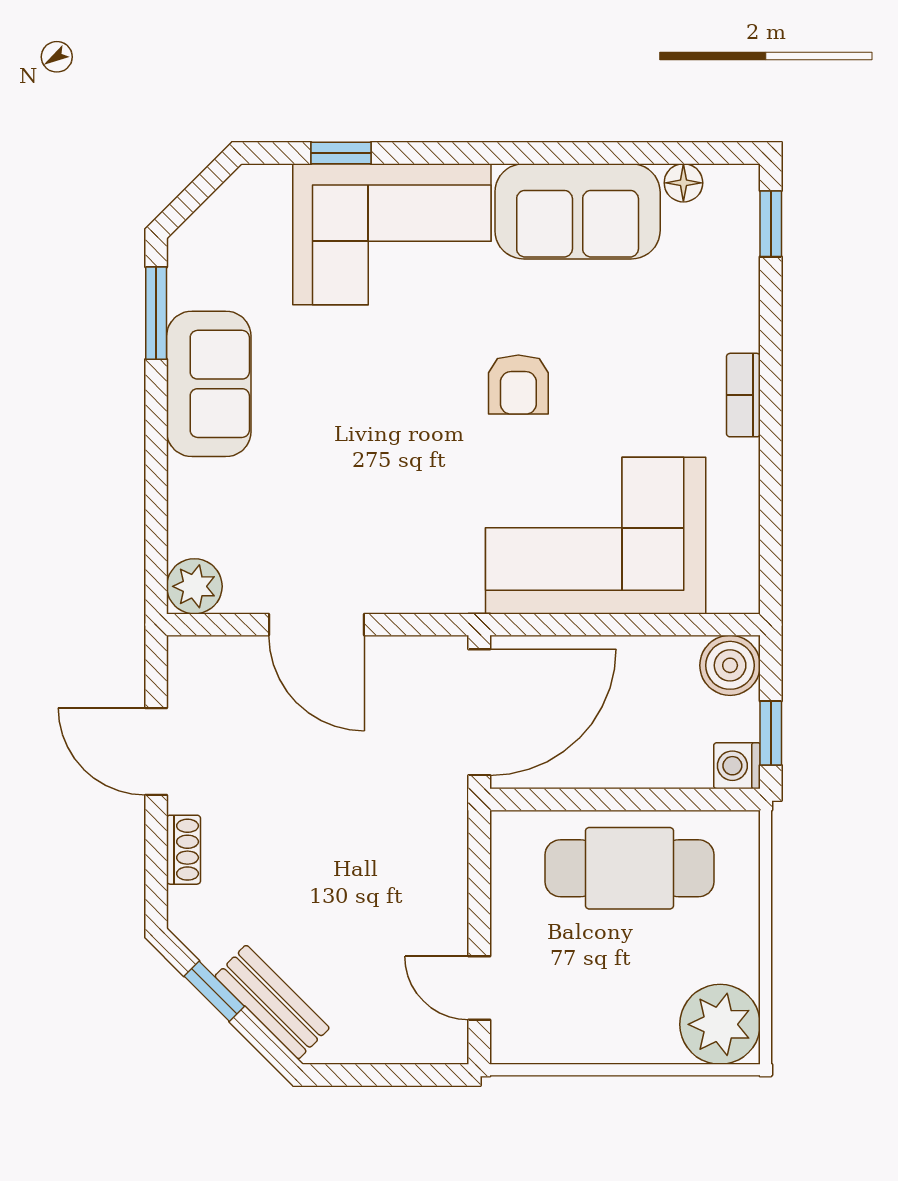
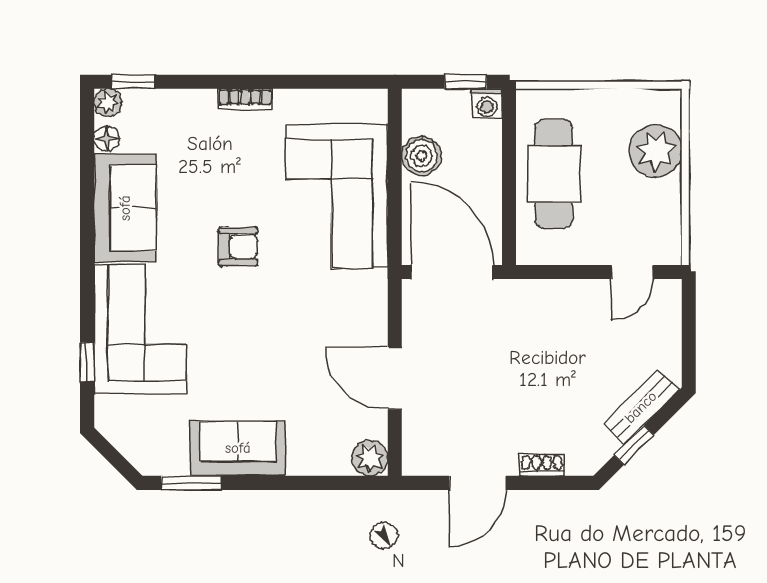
plant: (739, 185) -> (108, 103), added
door: (317, 625) -> (395, 378), swing flipped
boiler: (730, 665) -> (421, 156), moved
plant: (720, 1024) -> (656, 151), moved

